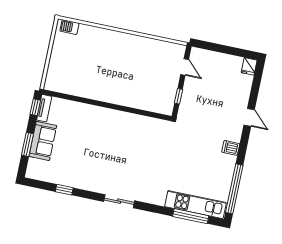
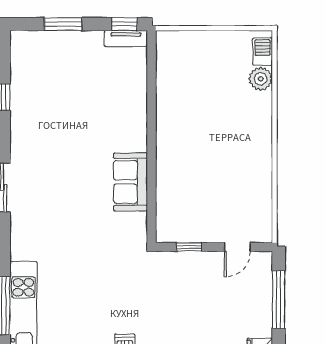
plant: (86, 32) -> (261, 79), added
window: (222, 49) -> (279, 300), added
sofa: (43, 141) -> (131, 182), moved, turned 90

